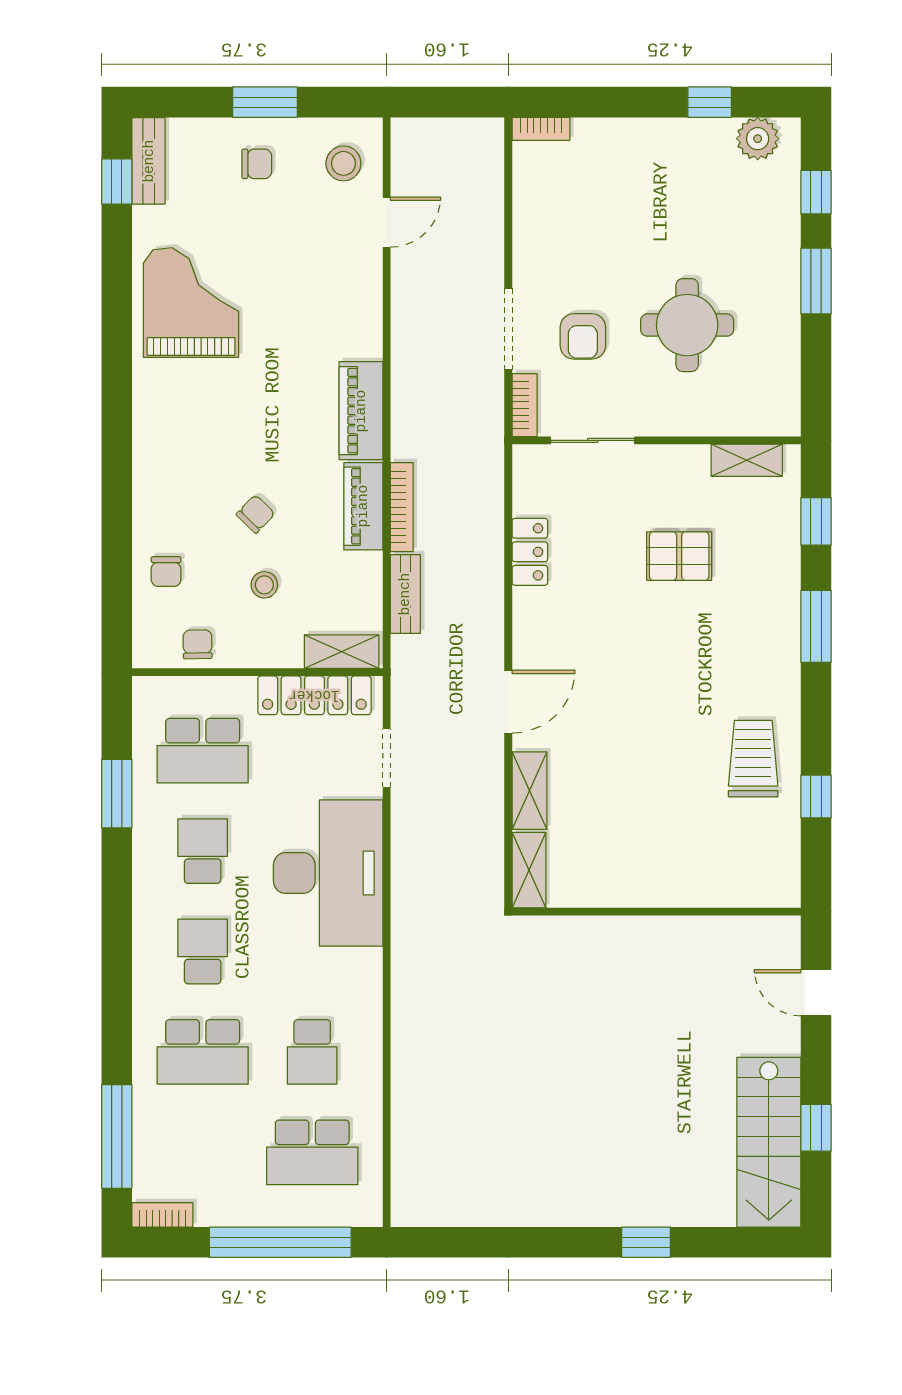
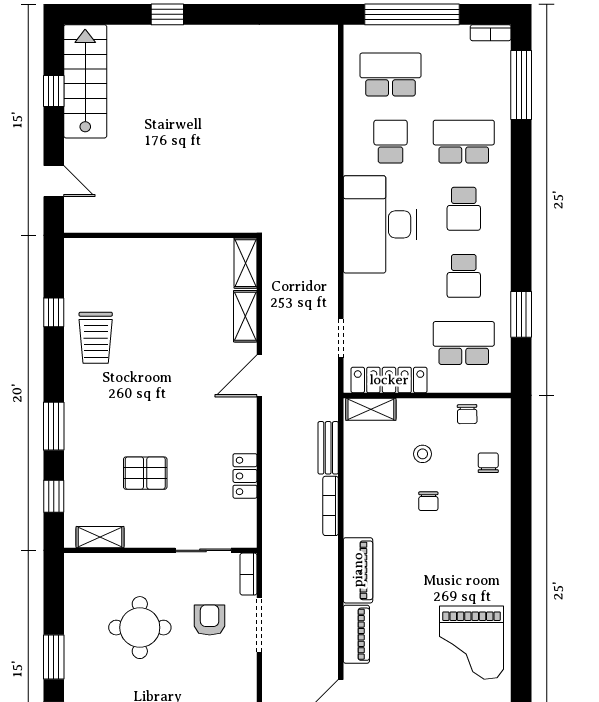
piano: (363, 506) -> (356, 634), moved
chair: (256, 514) -> (428, 501), turned -44
desk: (328, 873) -> (380, 224), moved

